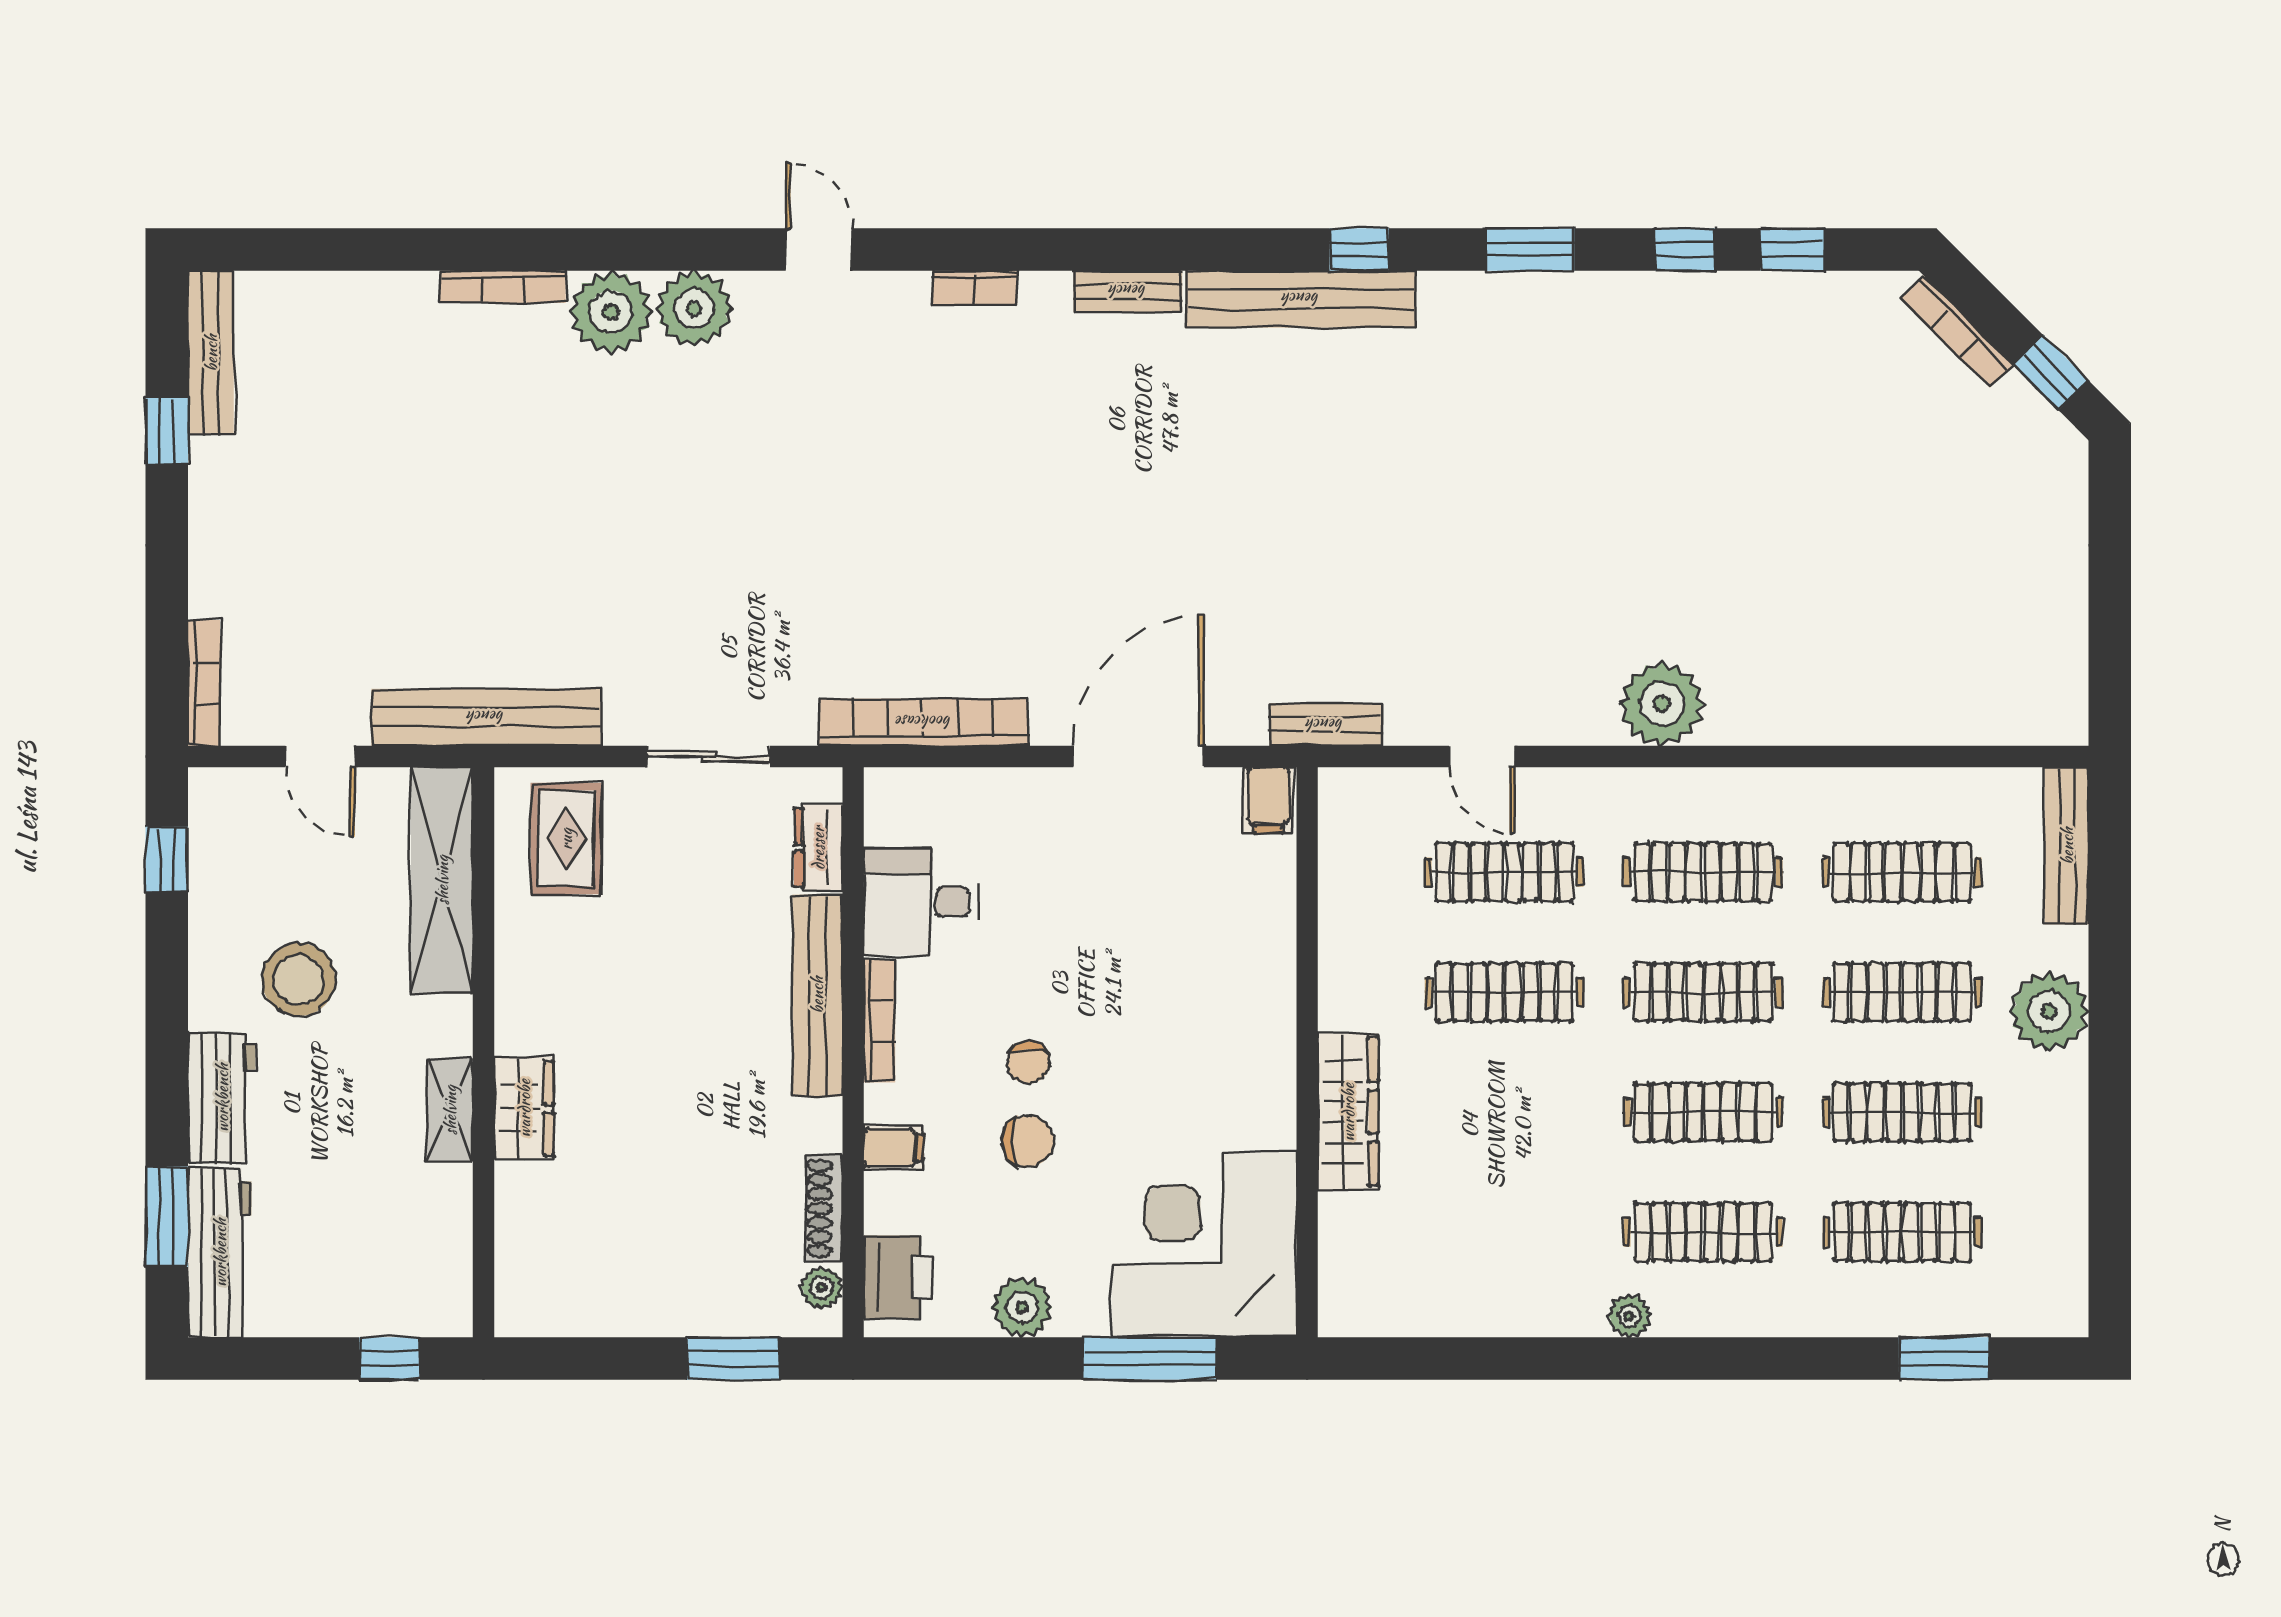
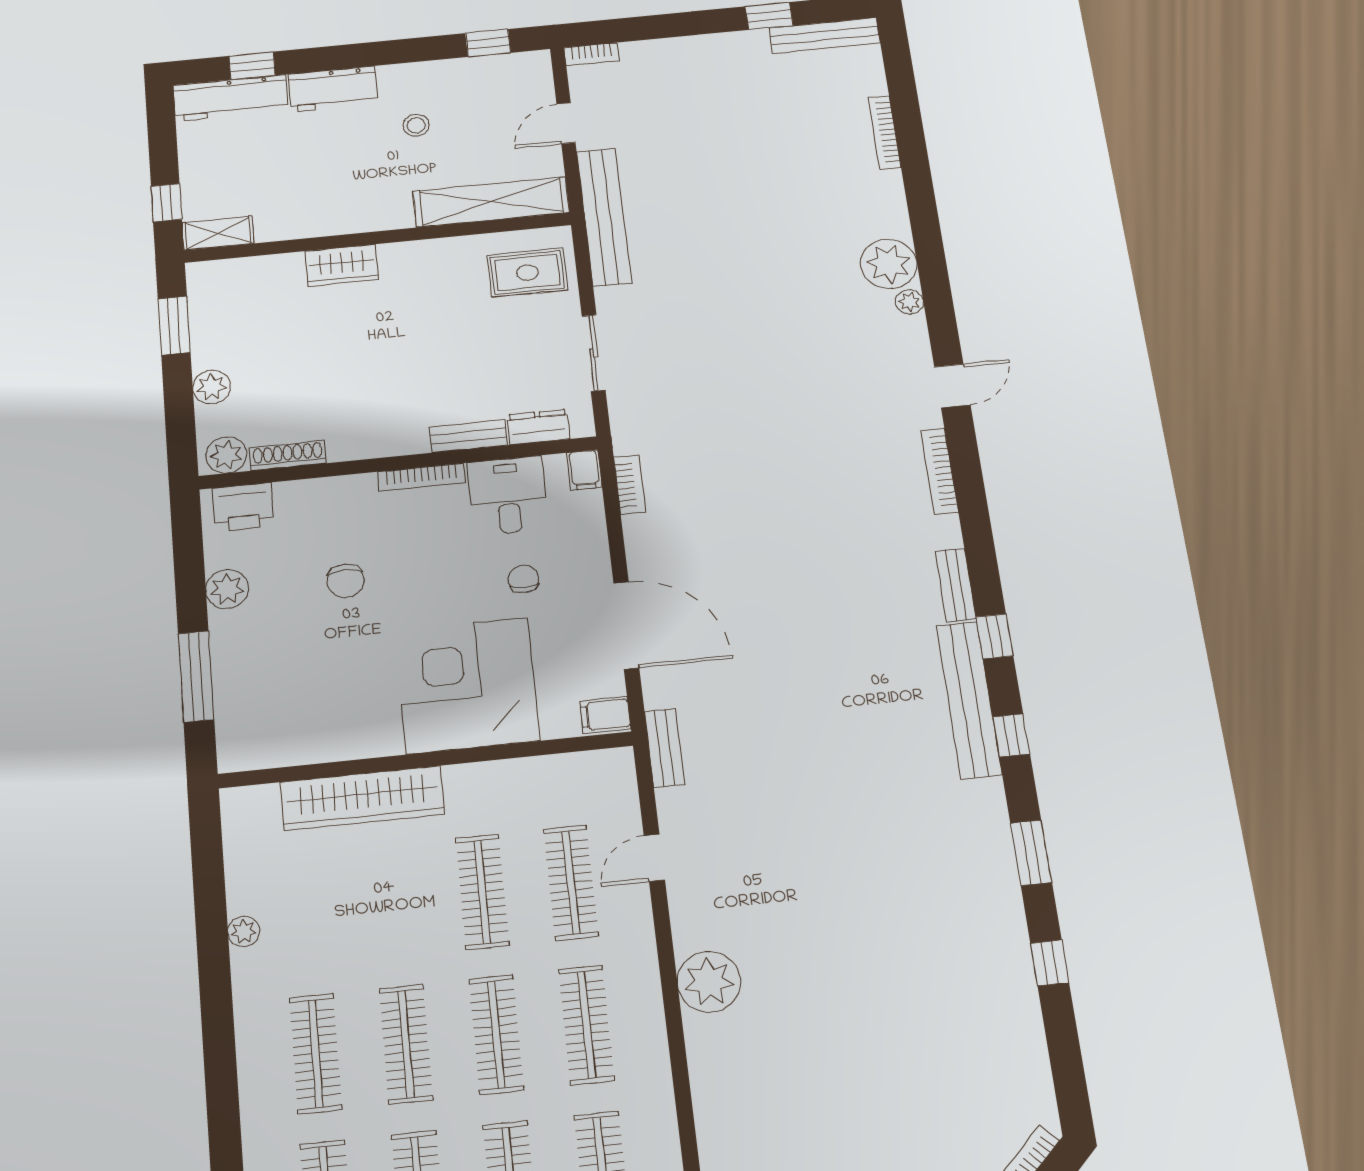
window: (1792, 250) -> (995, 636), moved
bookcase: (503, 287) -> (884, 133), moved
bookcase: (975, 288) -> (940, 471), width x1.56
plant: (694, 309) -> (909, 302), width x0.53, depth x0.53
bookcase: (204, 683) -> (592, 54), width x0.64
bookcase: (924, 722) -> (630, 485), width x0.43, depth x0.76
stool: (299, 980) -> (416, 125), width x0.53, depth x0.53
bench: (817, 995) -> (468, 436), width x0.54, depth x0.82
chair: (1028, 1062) -> (523, 579), moved, turned 90
shelving: (450, 1110) -> (218, 233), moved
wardrobe: (1348, 1112) -> (362, 798), width x1.40, depth x1.17
filing cabinet: (894, 1147) -> (584, 470), moved
window: (167, 1217) -> (252, 66), width x0.67
corner desk: (1204, 1245) -> (467, 685), moved, turned -90
plant: (821, 1288) -> (226, 455), width x1.38, depth x1.38
plant: (702, 1310) -> (212, 387), added
plant: (1629, 1316) -> (244, 931), moved
window: (733, 1358) -> (174, 326), moved

